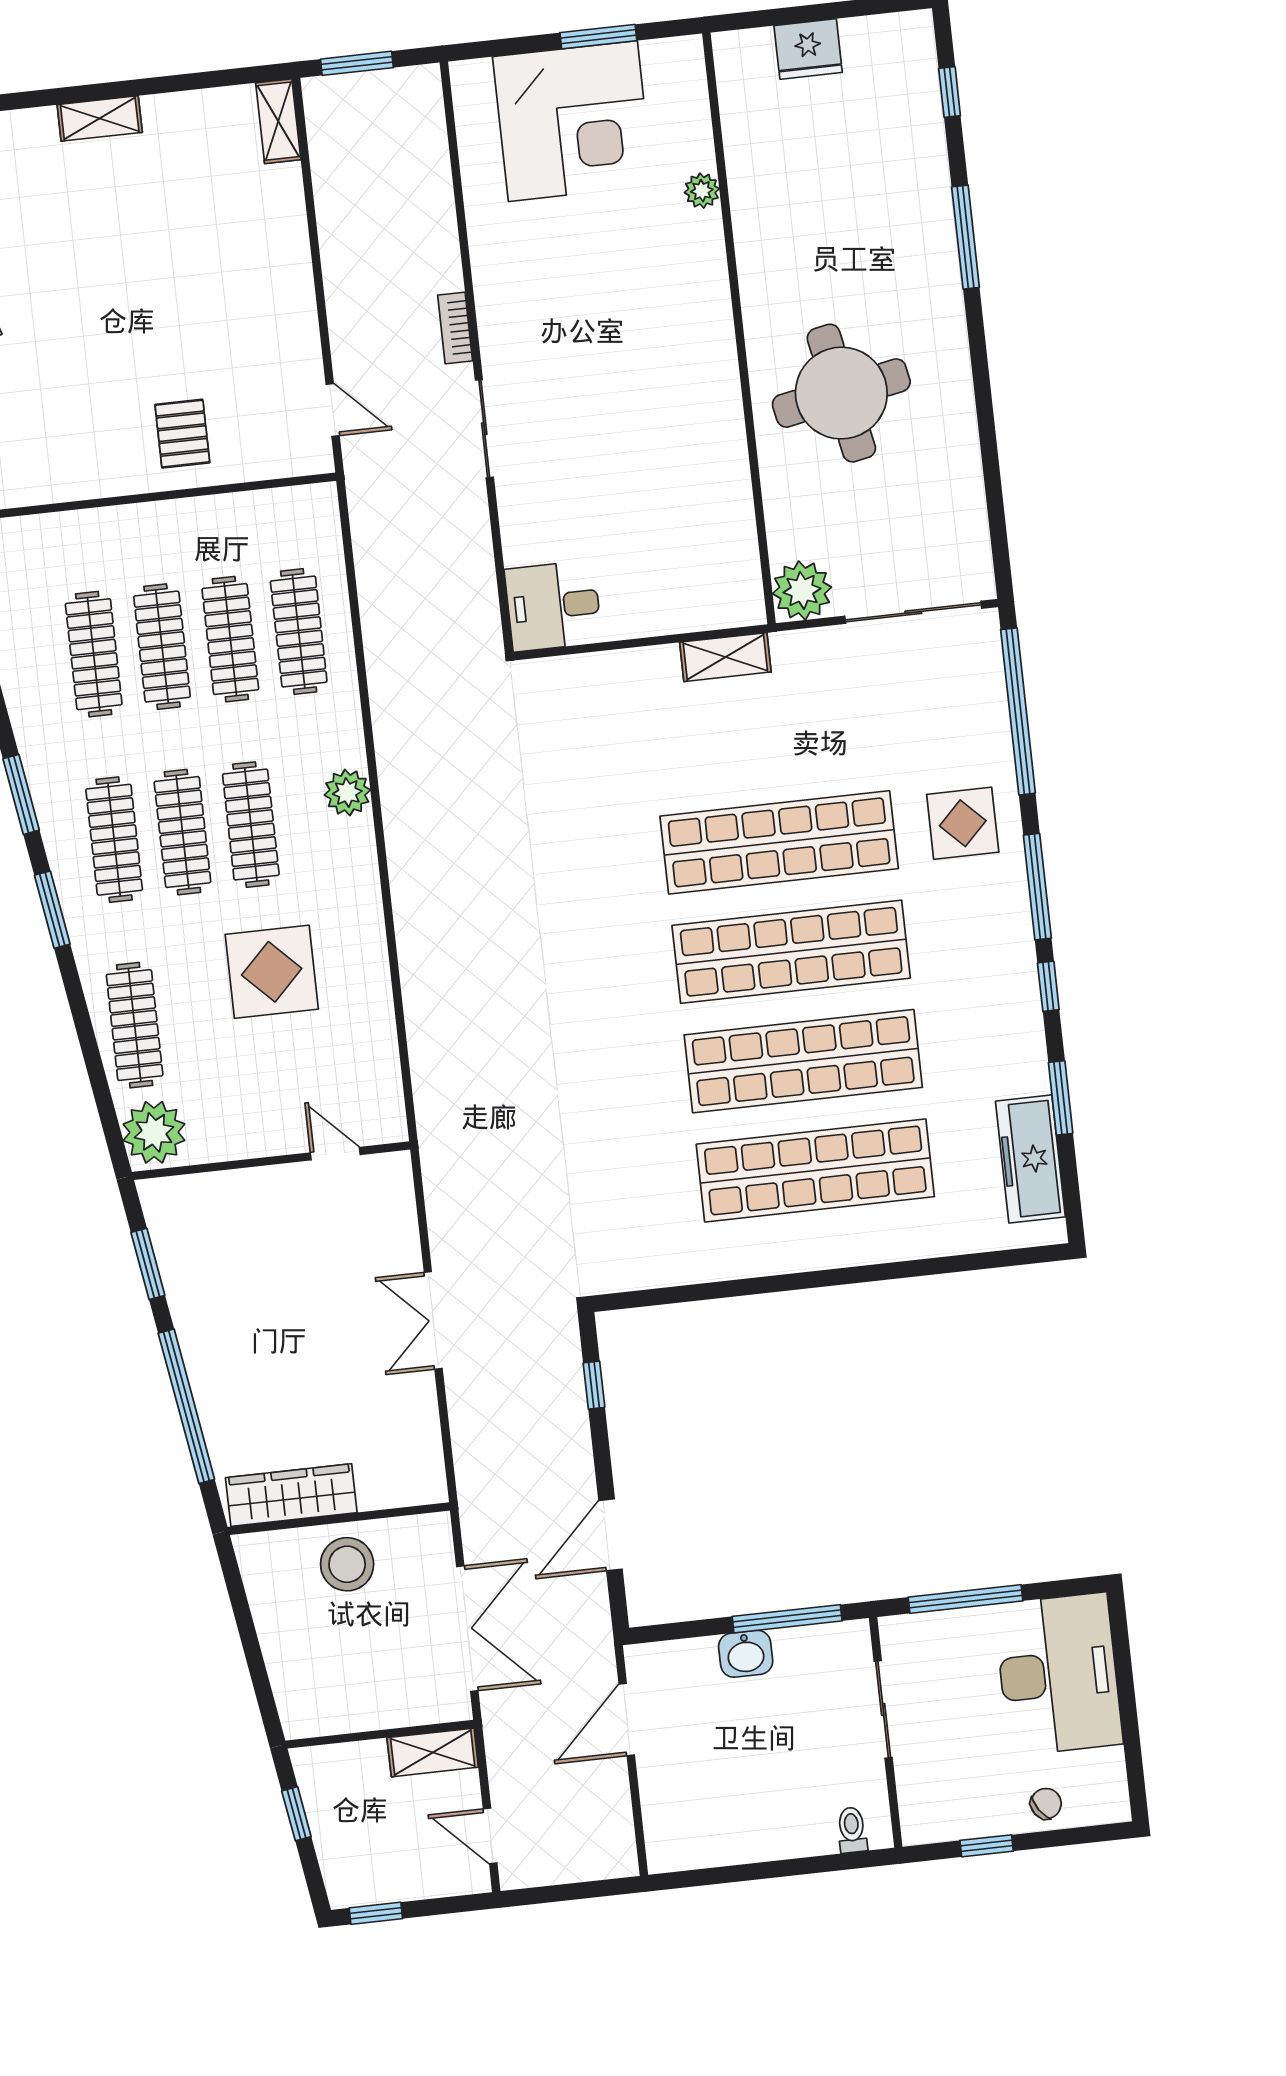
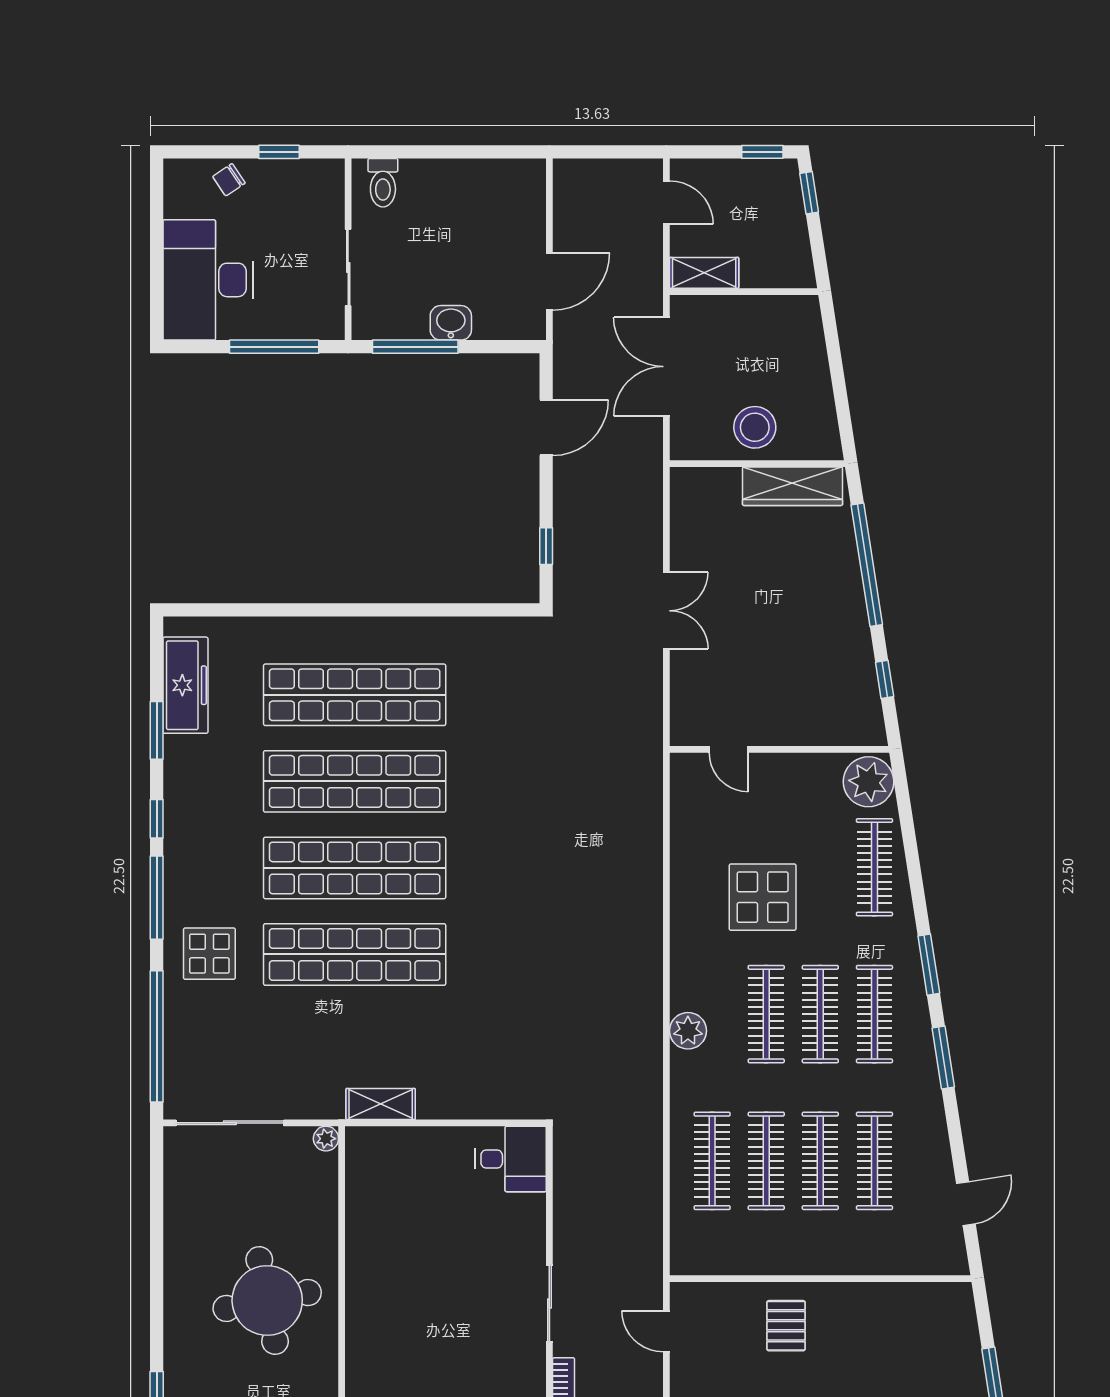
plant: (802, 590) -> (326, 1139), width x0.53, depth x0.53
window: (148, 1264) -> (885, 679), width x0.67
window: (296, 1814) -> (809, 193), moved
toilet: (852, 1830) -> (383, 183), width x1.37, depth x1.39

